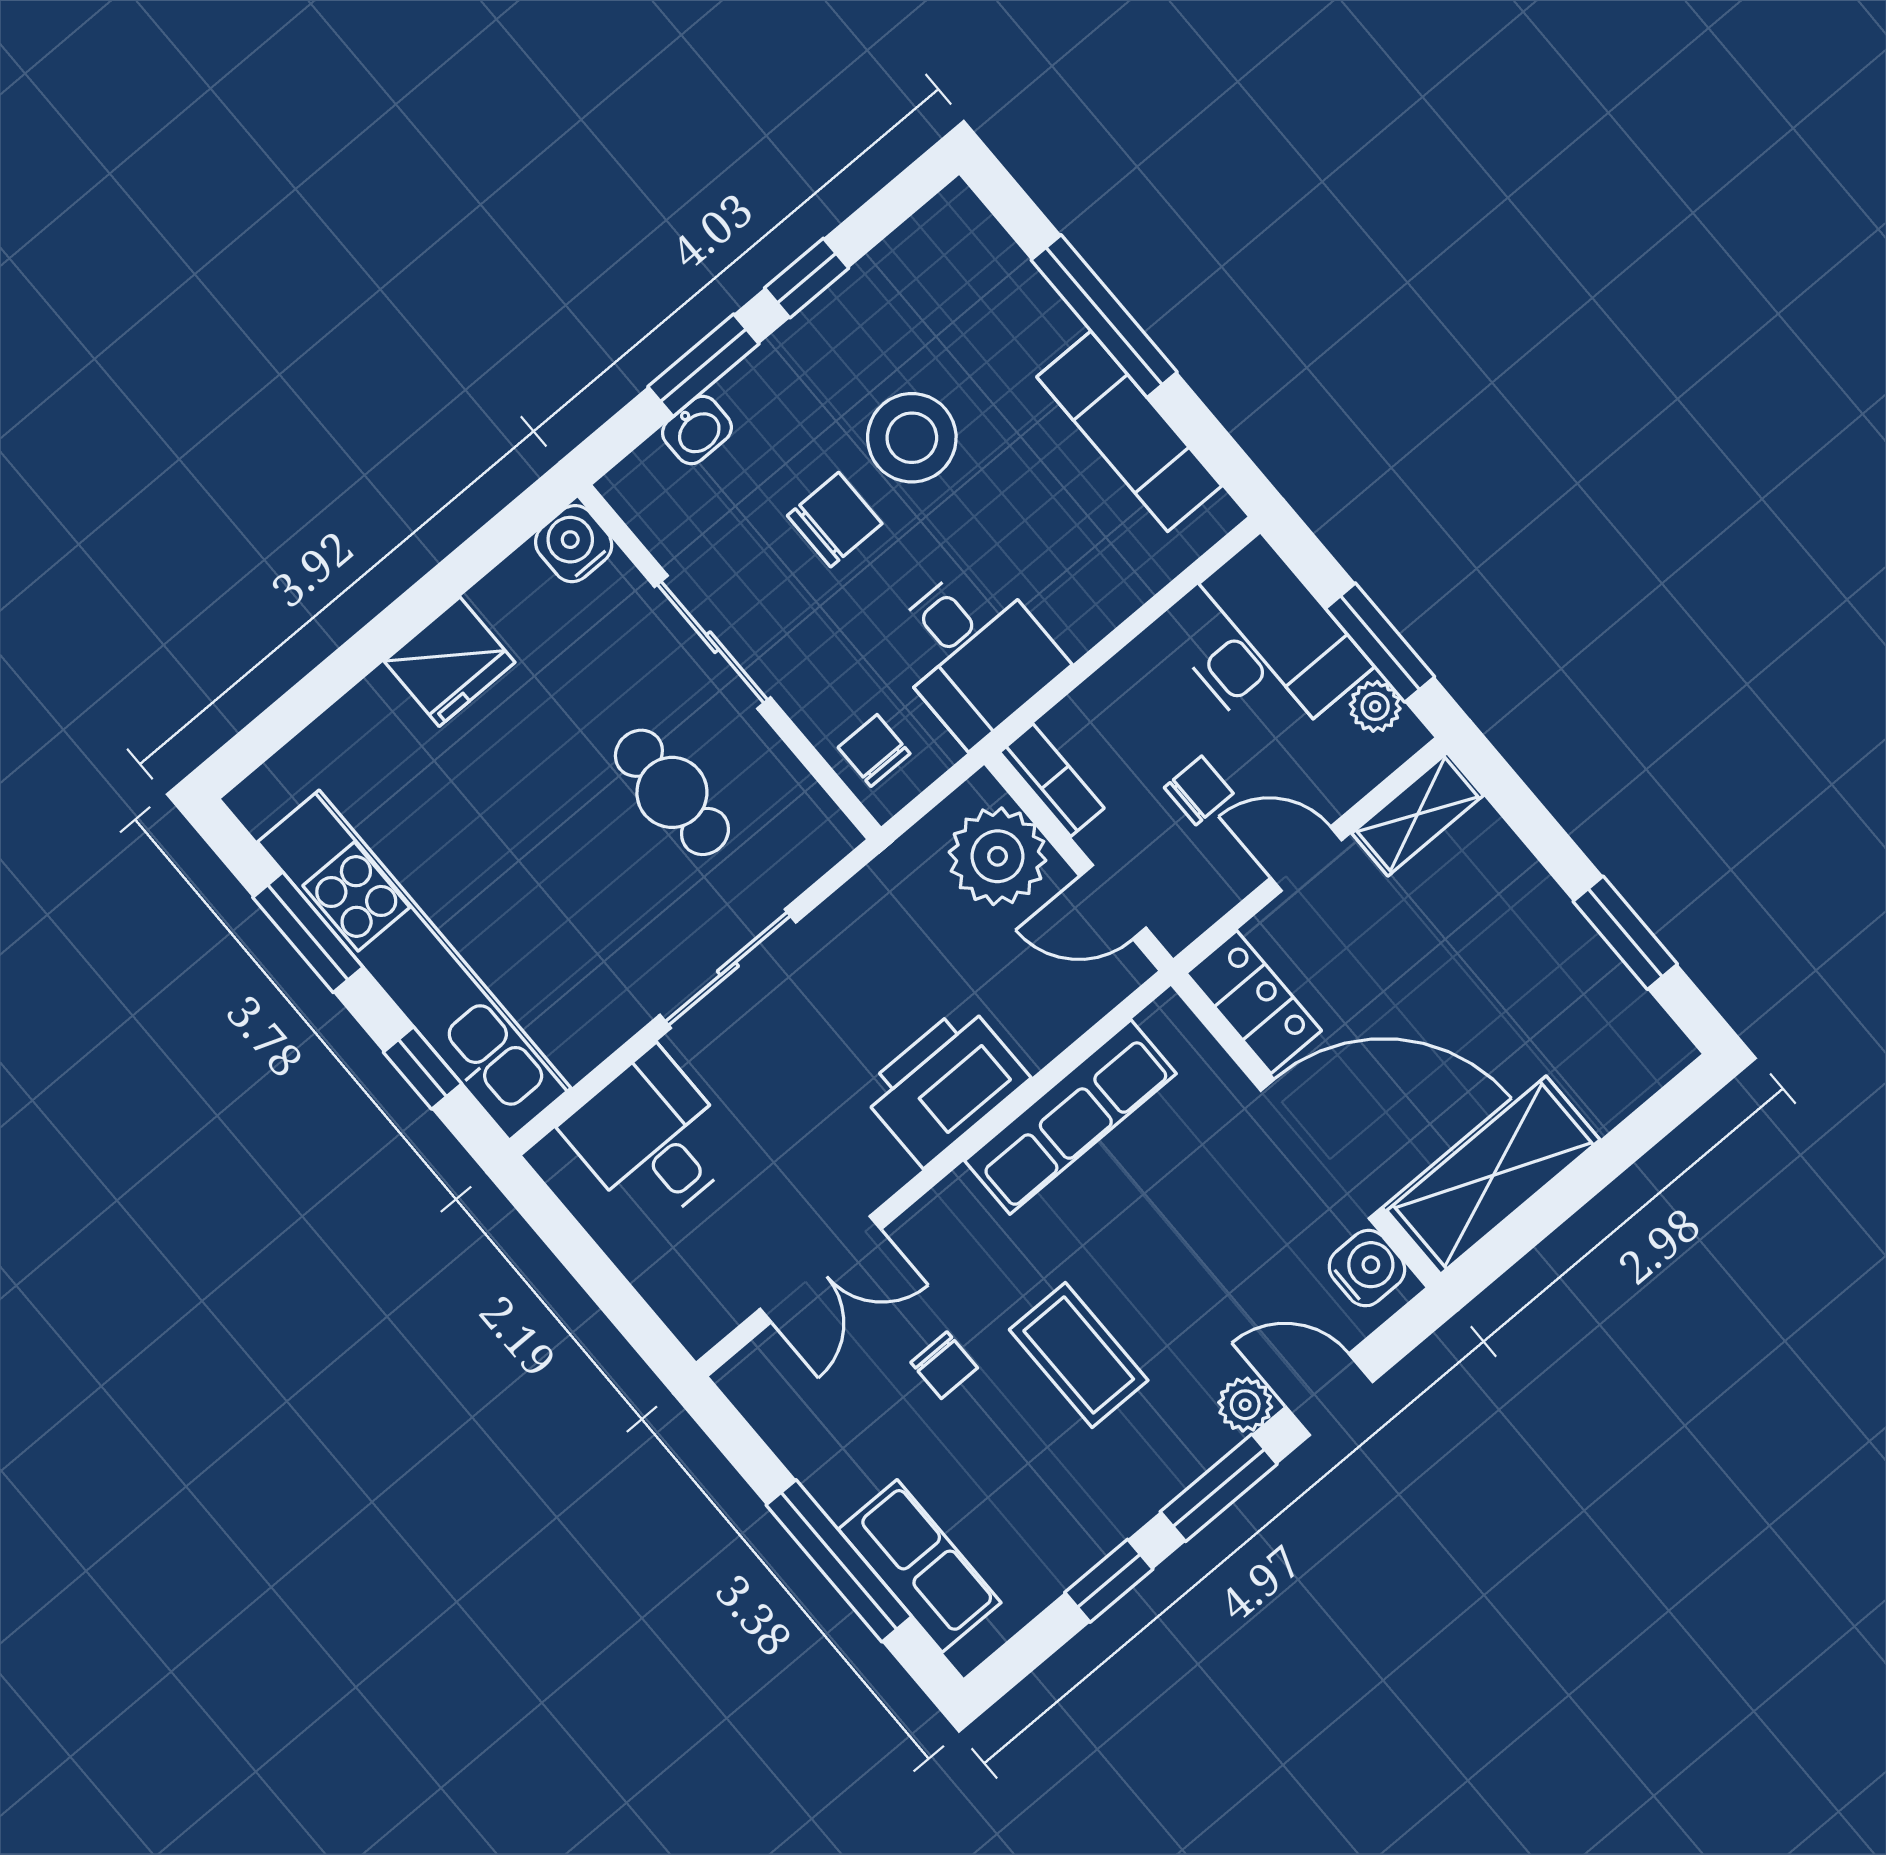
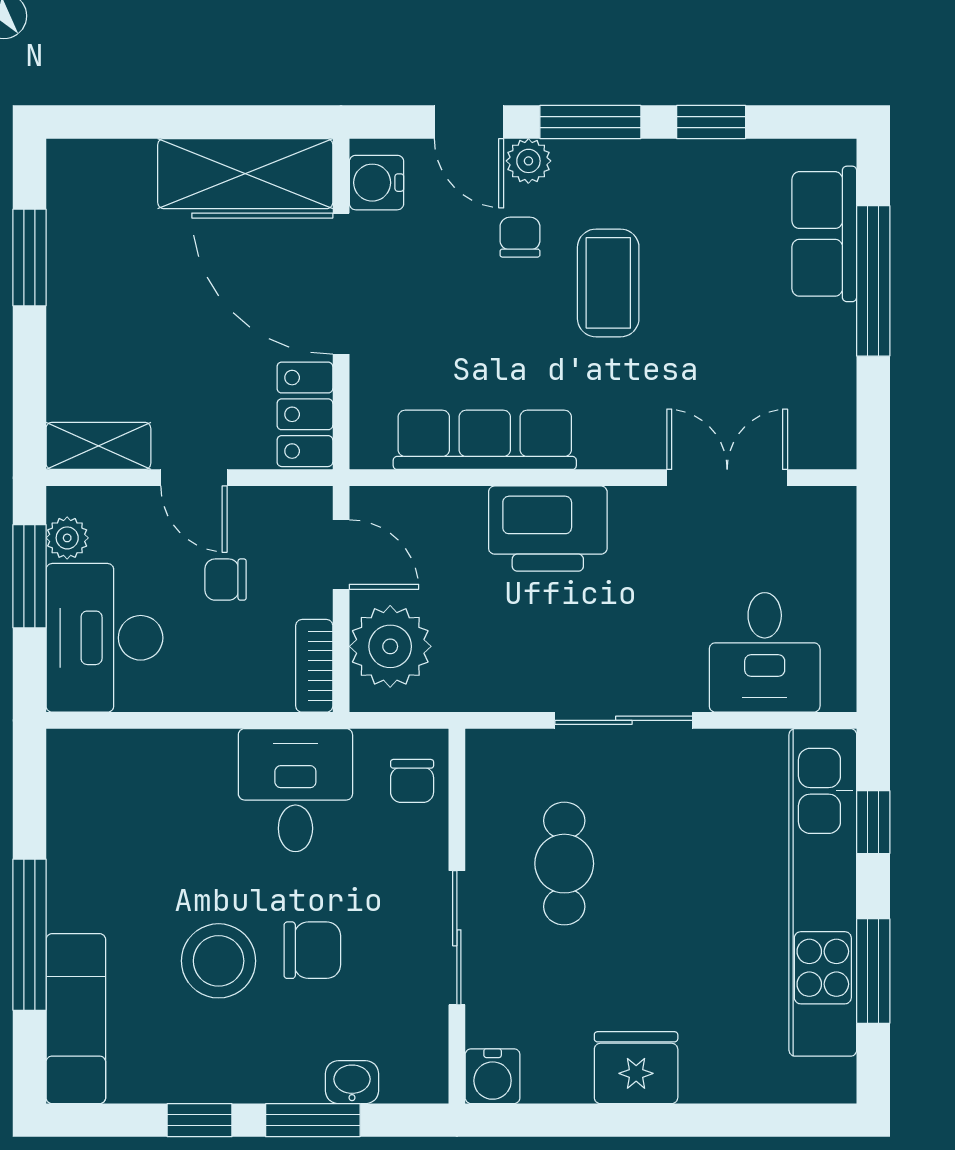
exam couch: (1129, 431) -> (76, 1019), moved
chair: (835, 520) -> (312, 950), turned 180
chair: (944, 1365) -> (520, 237), moved

